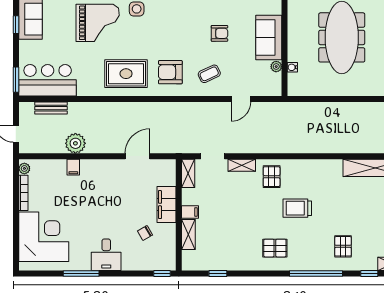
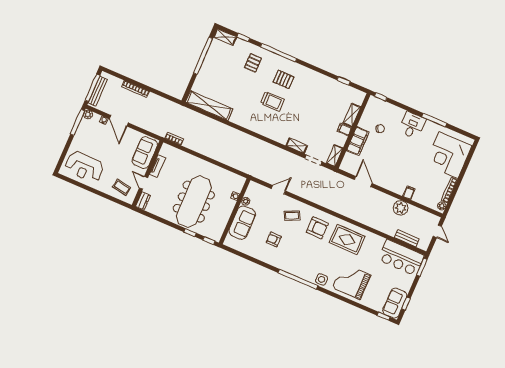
door: (138, 156) -> (363, 182), swing flipped
pallet: (272, 177) -> (280, 130), removed
pallet: (275, 248) -> (283, 79), moved

